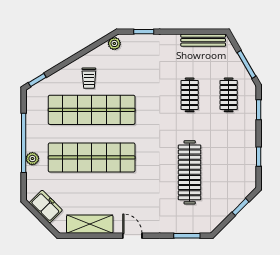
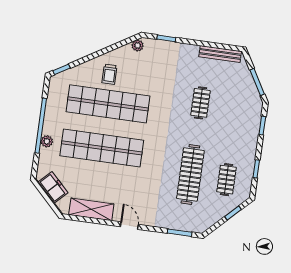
clothes rail: (229, 95) -> (227, 180), moved

